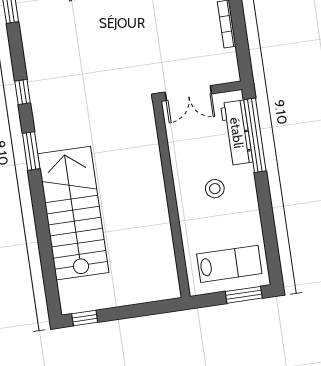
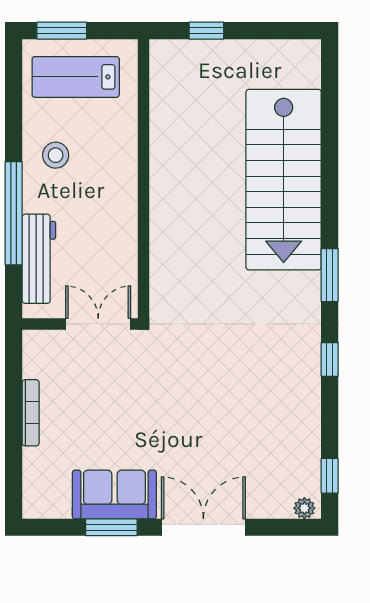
window: (255, 135) -> (14, 213), moved
stool: (215, 189) -> (56, 155), moved
window: (85, 318) -> (206, 31), moved

